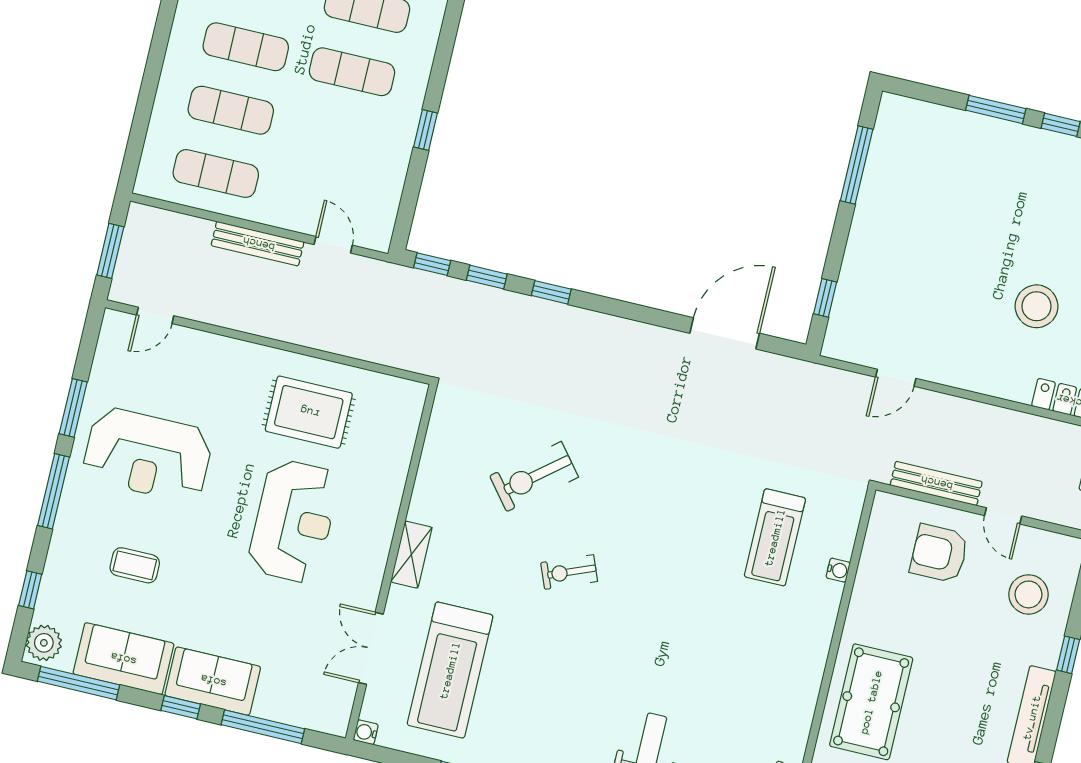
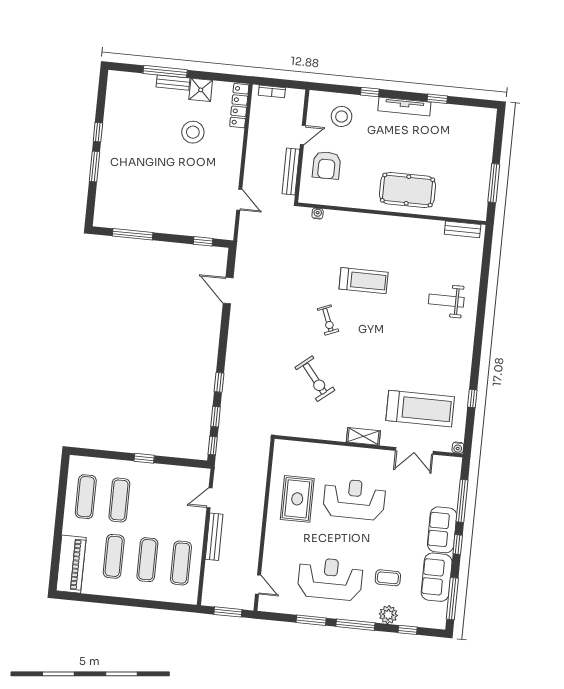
door: (725, 333) -> (228, 291), width x0.73
reception desk: (148, 455) -> (330, 579), turned -90
treadmill: (775, 537) -> (364, 281), moved
coffee table: (135, 565) -> (388, 578), turned 90
water cooler: (838, 570) -> (318, 214), moved
exercise bike: (569, 572) -> (328, 320), moved
plant: (44, 643) -> (388, 615), moved

